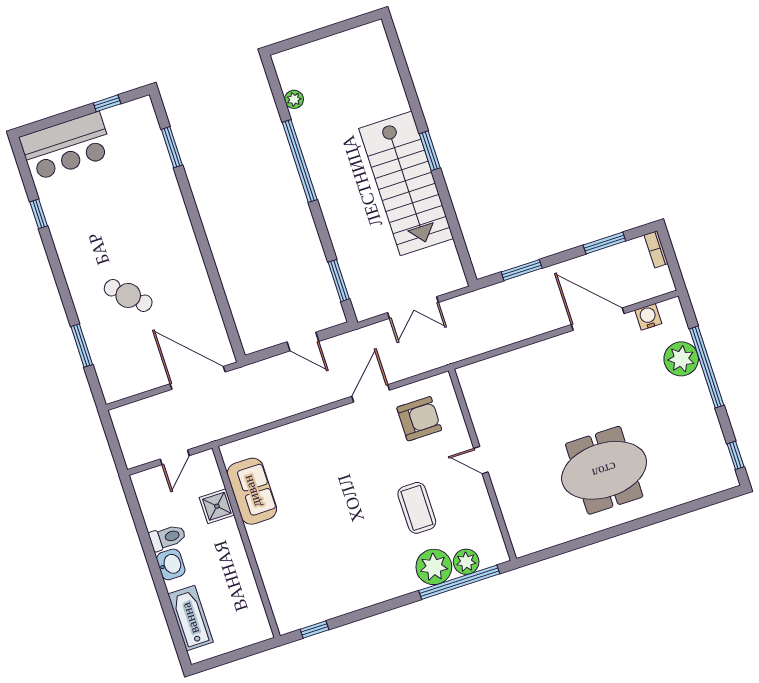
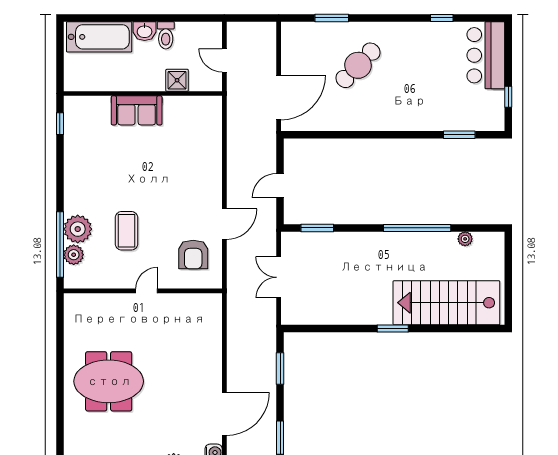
stairs: (406, 183) -> (446, 303), moved
cafe table: (128, 295) -> (358, 65), width x1.37, depth x1.35
door: (371, 393) -> (224, 224), hinge flipped
meeting table: (604, 470) -> (109, 381), turned 90
sofa: (252, 491) -> (137, 110), moved
coffee table: (417, 508) -> (126, 231), turned 90
bathtub: (190, 618) -> (99, 37), width x1.36, depth x1.36

